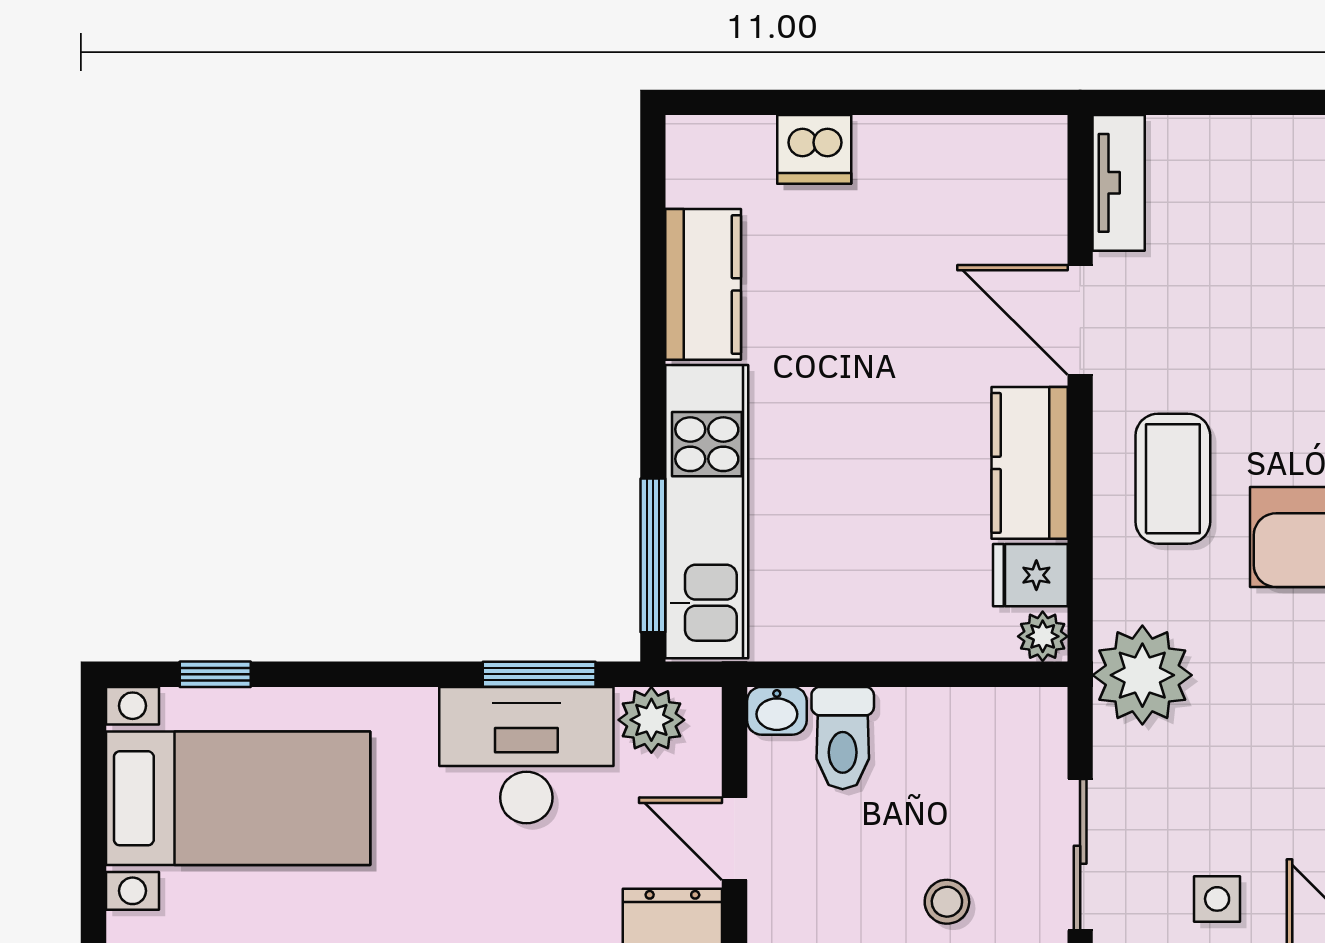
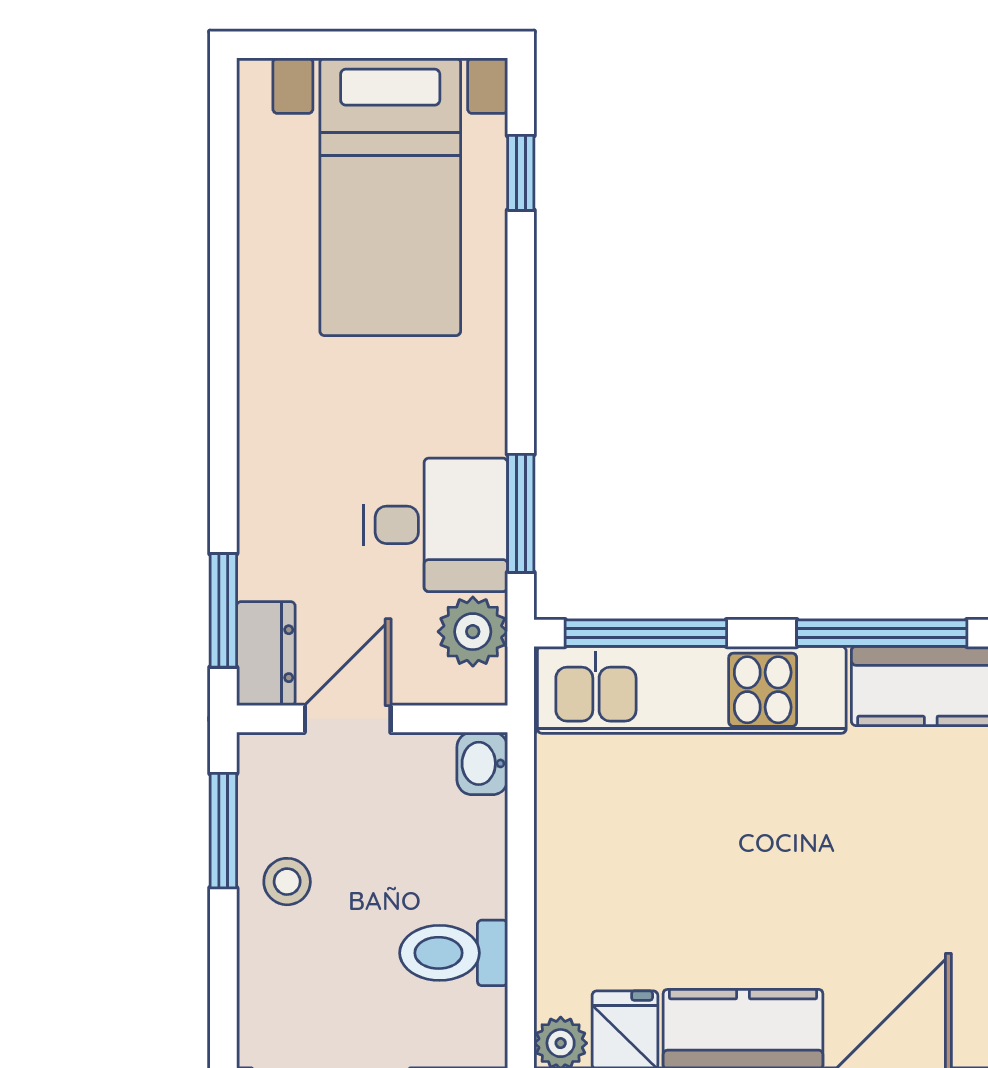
window: (653, 331) -> (882, 633), added
toilet: (843, 738) -> (454, 953), moved
desk: (526, 755) -> (436, 525), width x0.73
stool: (947, 902) -> (287, 882), moved

